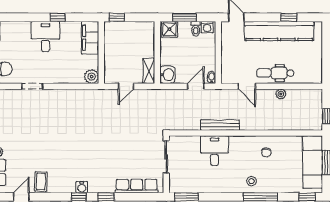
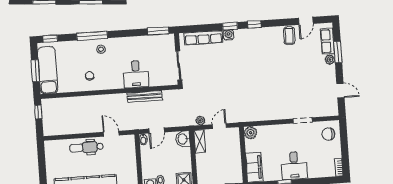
dental chair: (275, 73) -> (87, 147), turned 180
plant: (281, 94) -> (200, 121), moved
bench: (220, 125) -> (145, 97), moved
water cooler: (82, 187) -> (228, 35), moved

